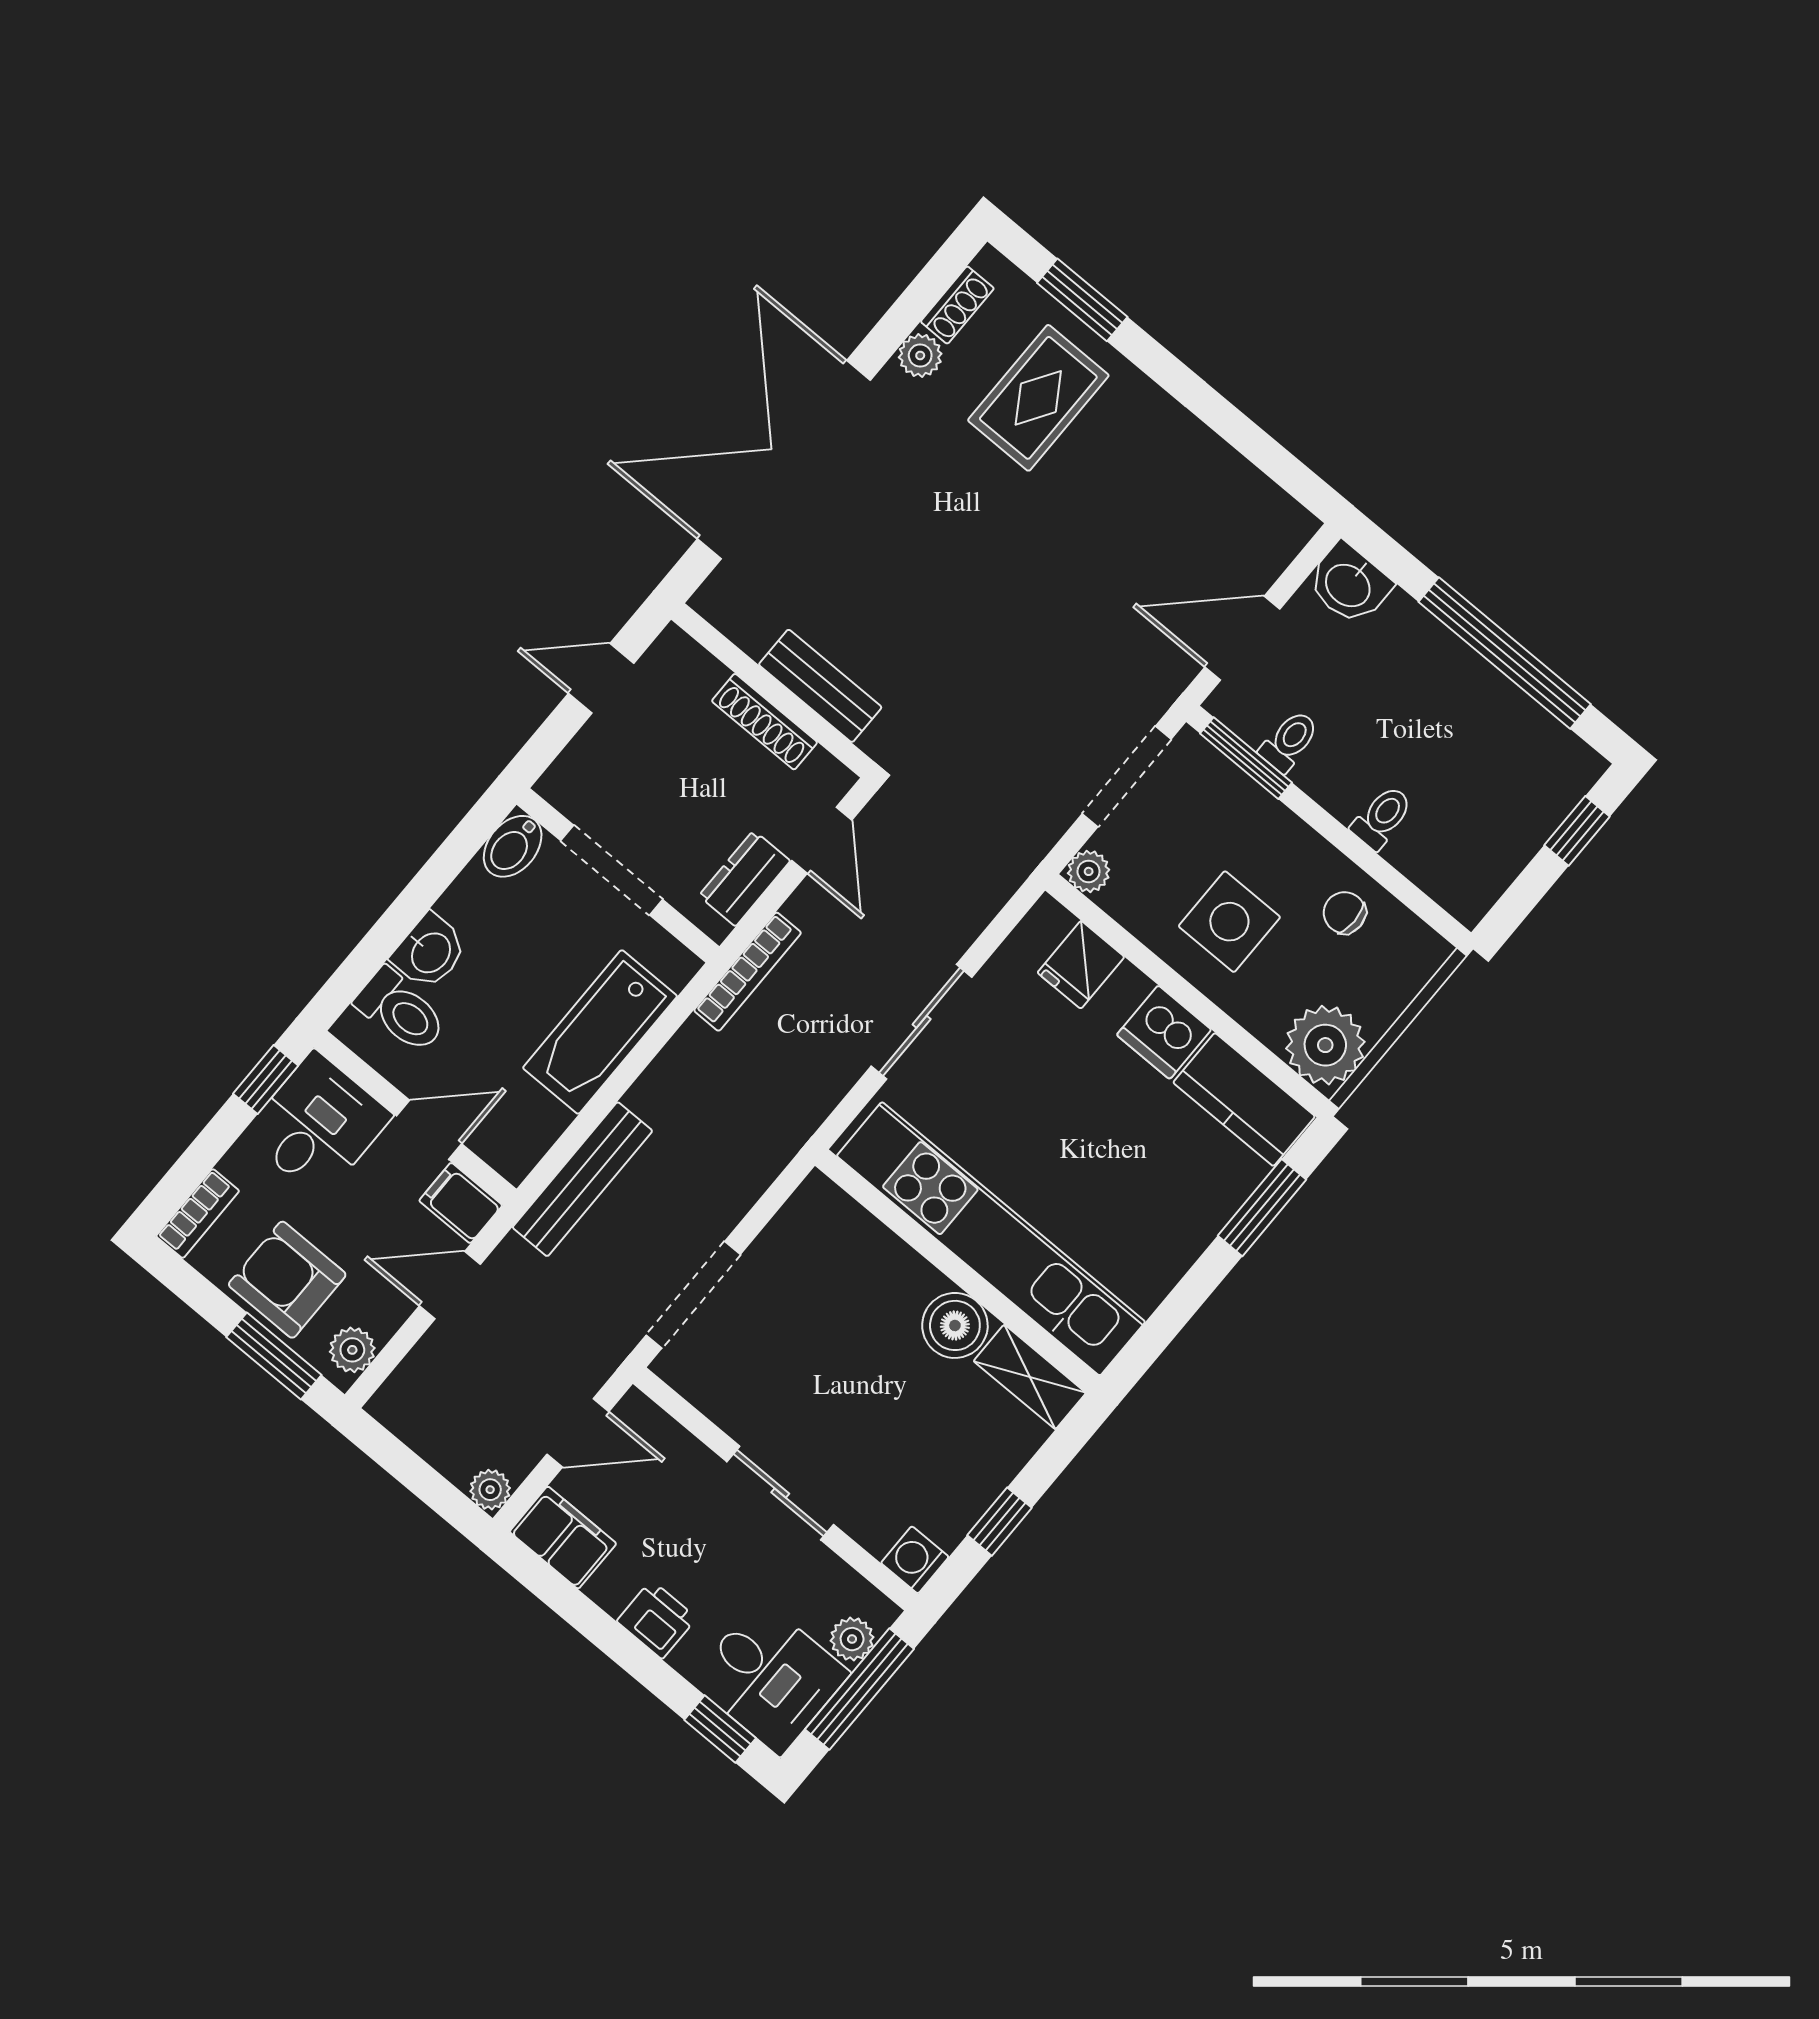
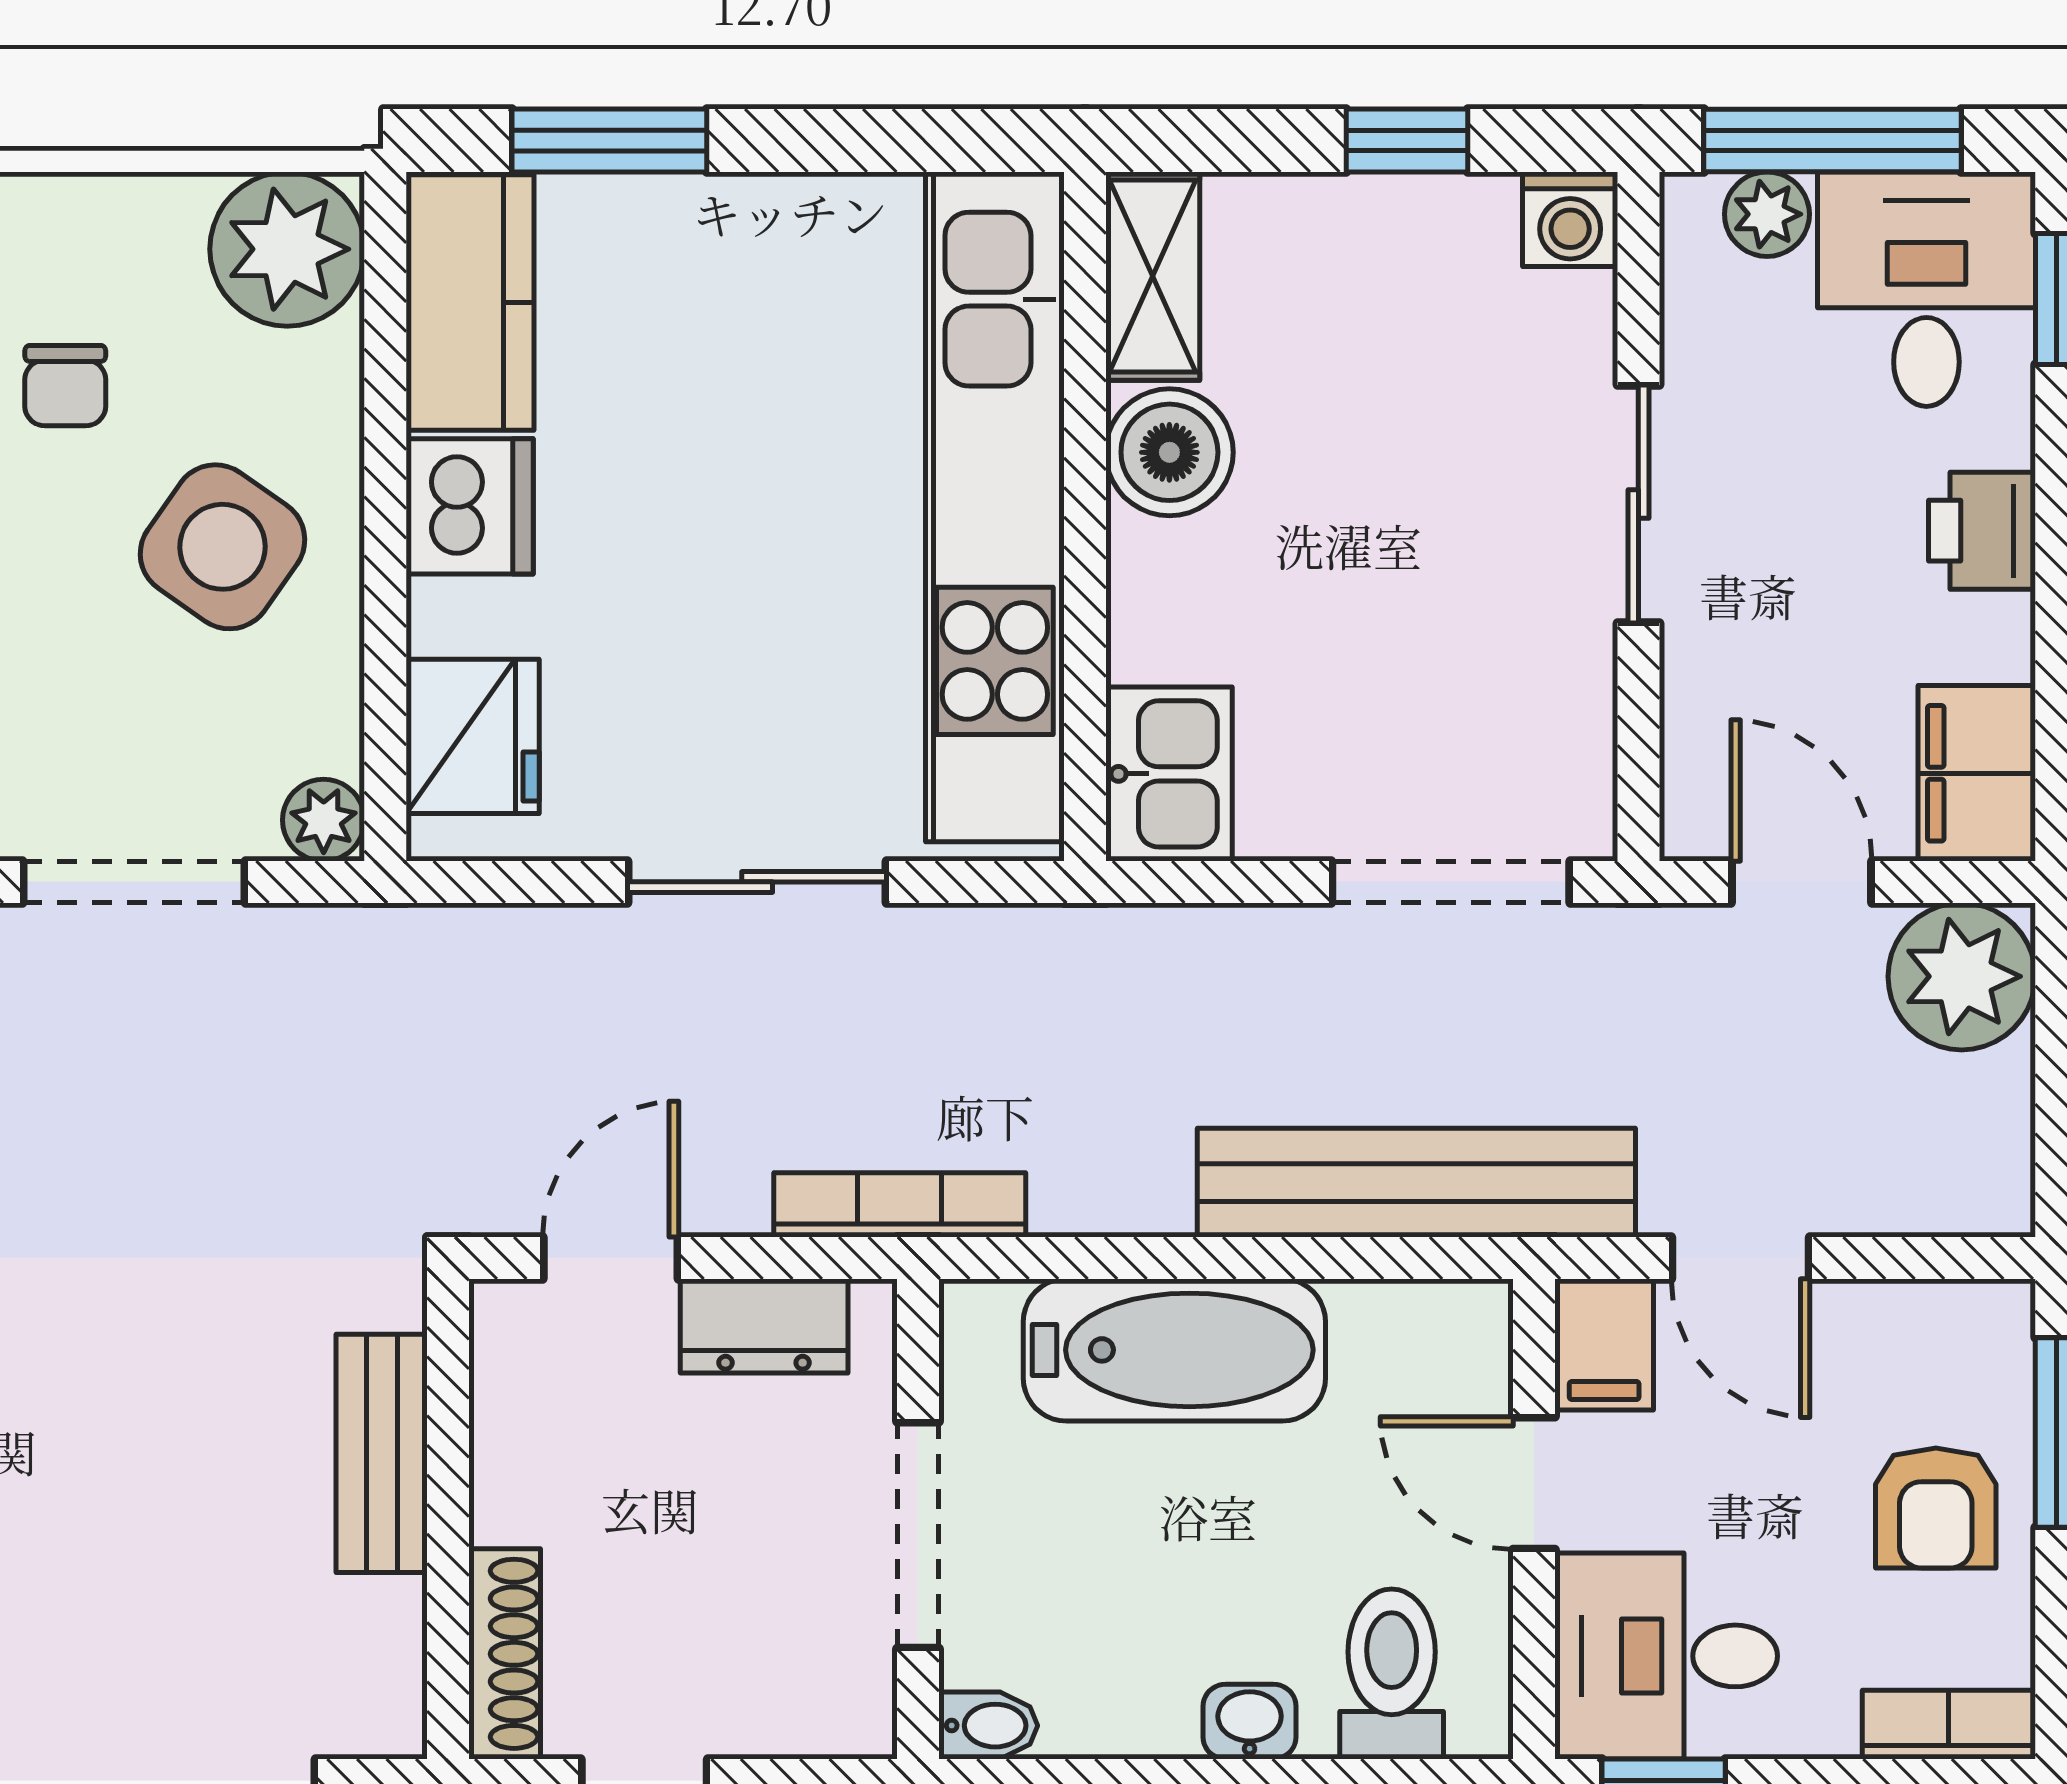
shoe rack: (764, 722) -> (505, 1654), moved
bidet: (513, 846) -> (988, 1726), width x0.72, depth x0.74
side table: (1229, 922) -> (222, 547), turned 35
washbasin: (430, 952) -> (1250, 1722), width x0.72, depth x0.69
fridge: (1081, 965) -> (473, 736), width x1.38
bench: (582, 1179) -> (1416, 1183), width x1.37, depth x1.21
kitchen sink: (828, 1219) -> (1169, 774), added
armchair: (287, 1280) -> (1936, 1508), width x0.72, depth x0.72
plant: (352, 1350) -> (1959, 1323), removed
plant: (490, 1490) -> (1962, 976), width x1.87, depth x1.87

